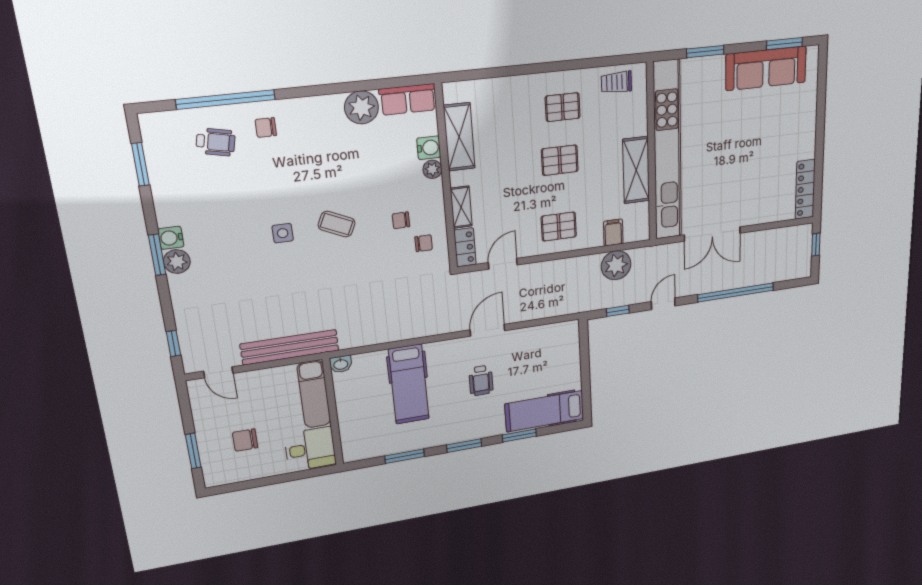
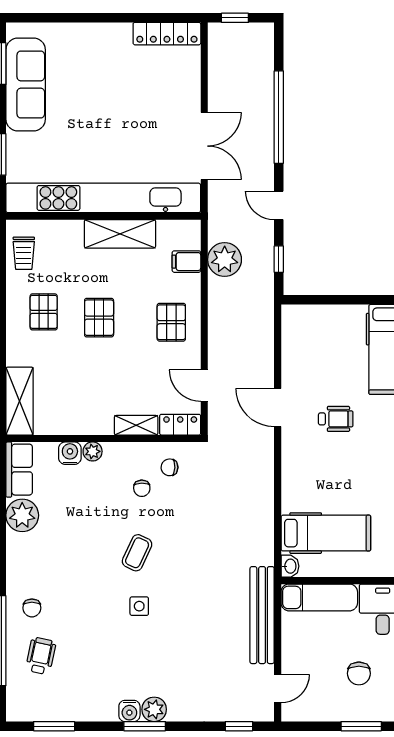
shelving: (459, 137) -> (20, 401), moved, turned 90
chair: (424, 243) -> (169, 467), turned -88
hospital bed: (409, 384) -> (326, 533), moved

